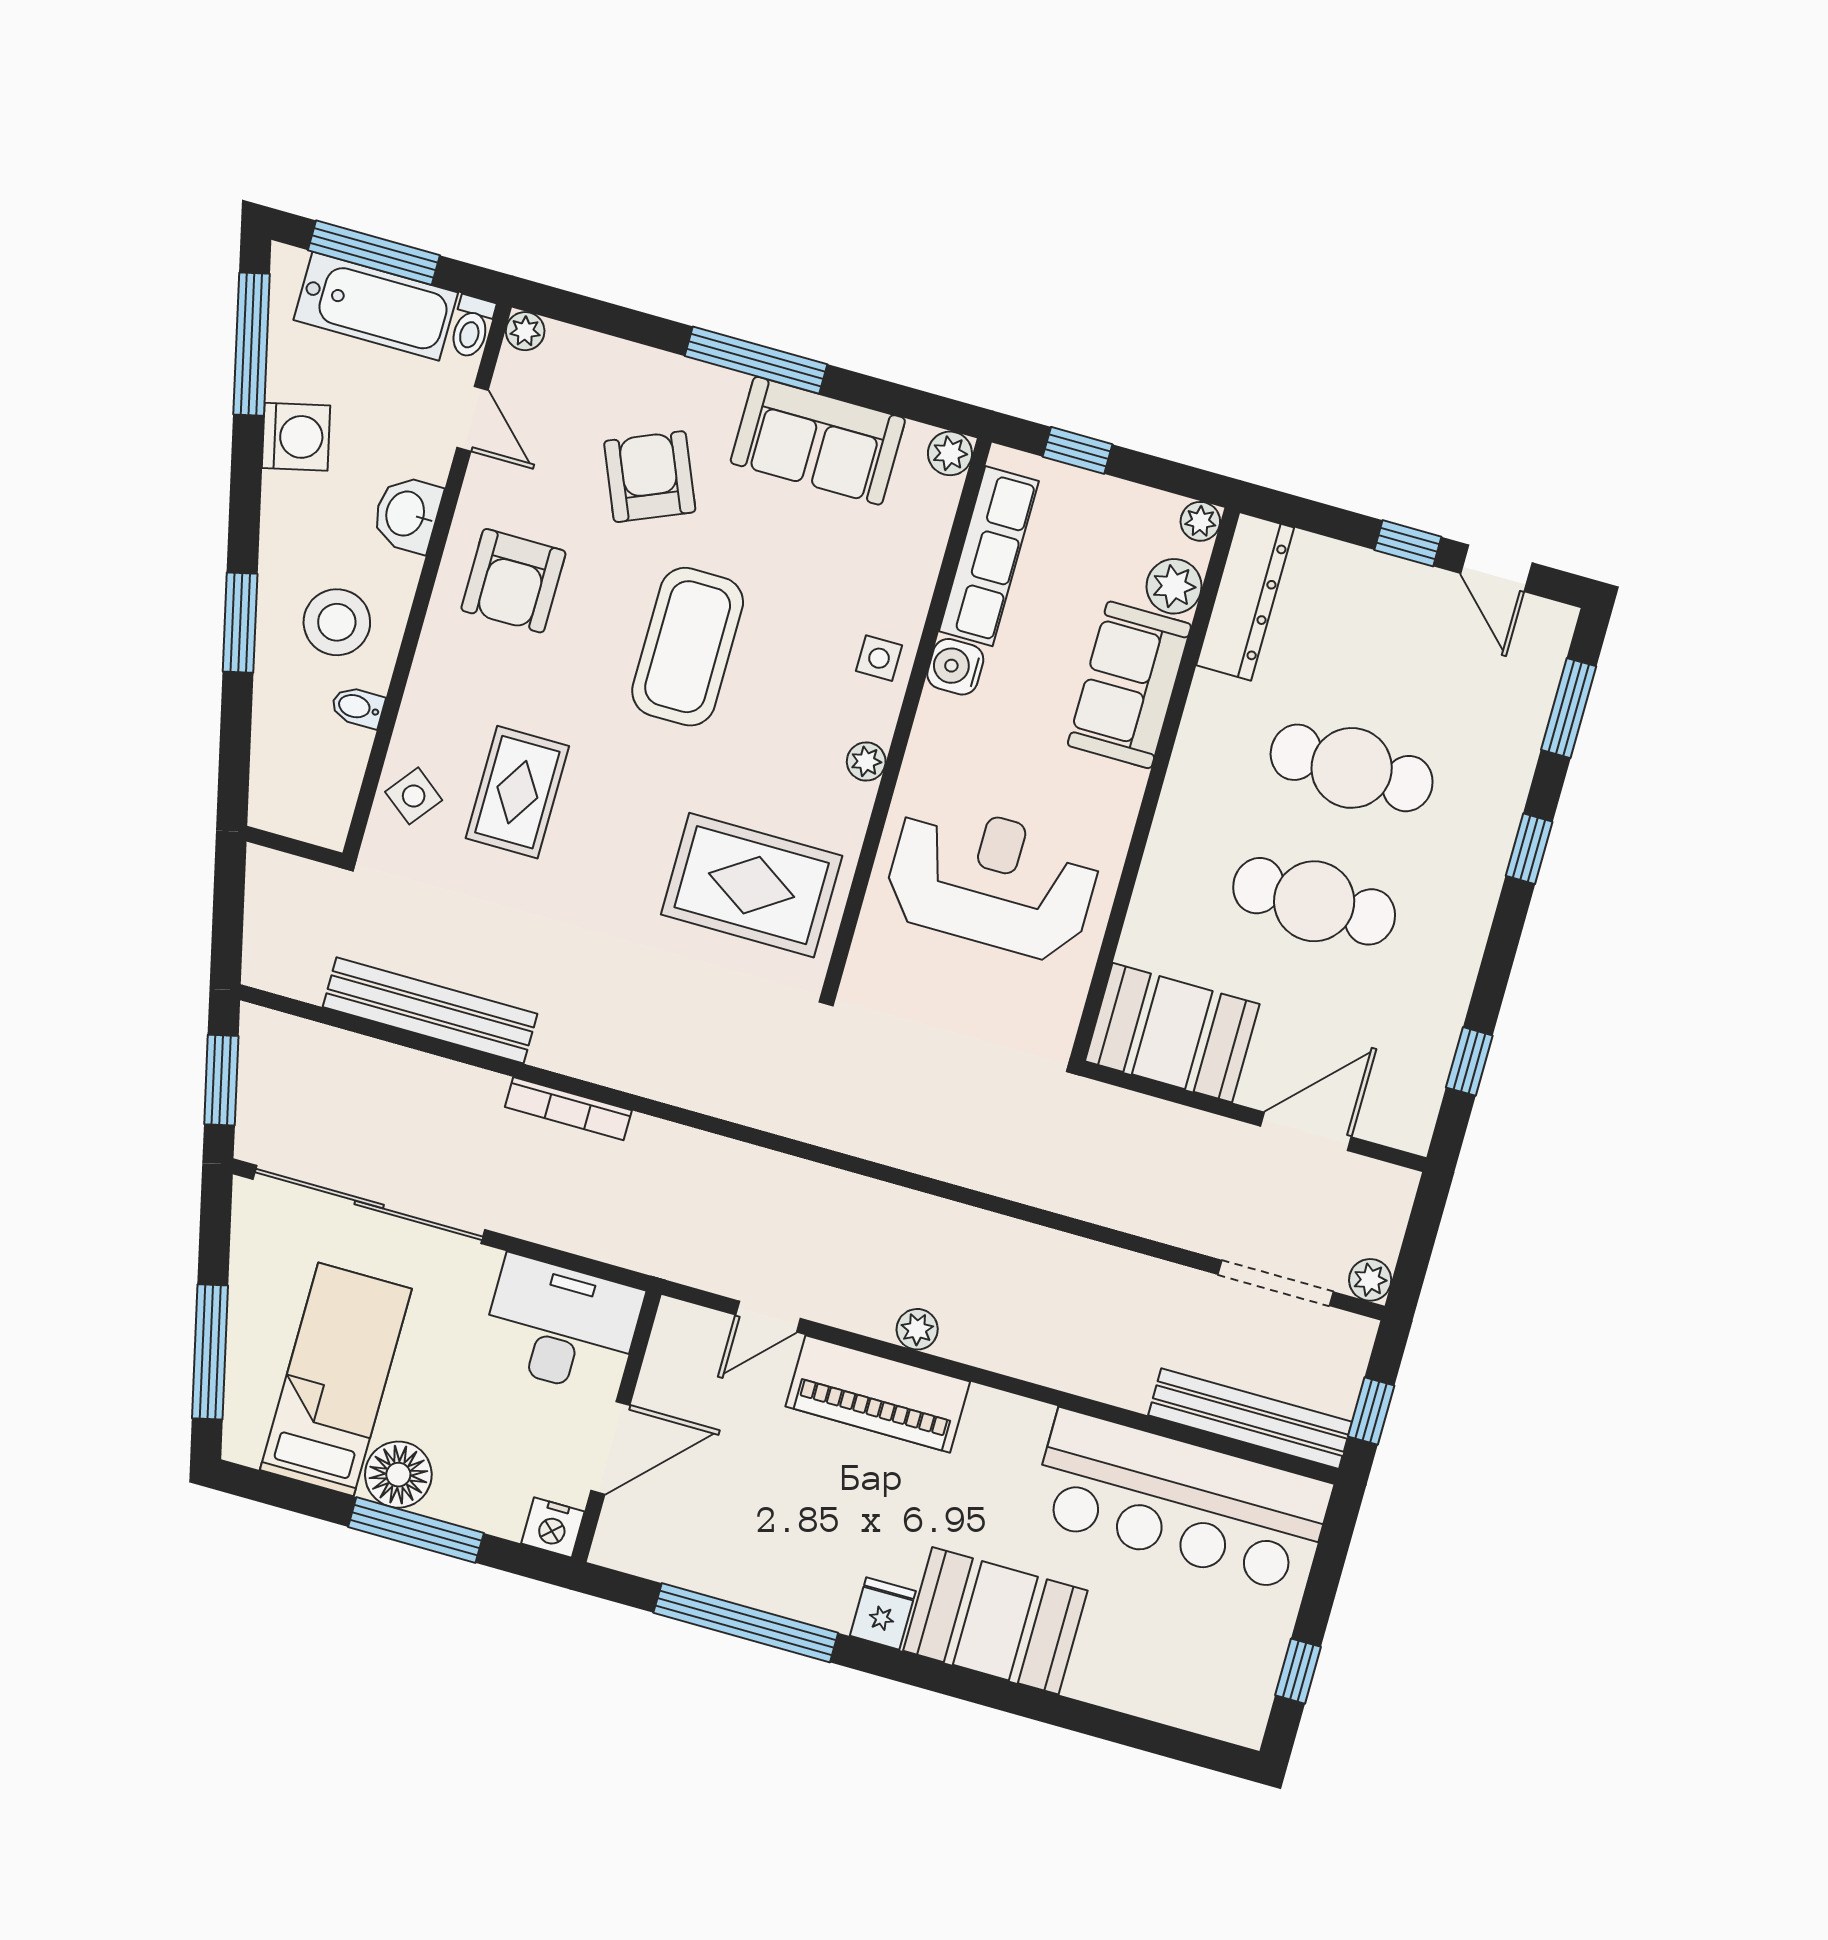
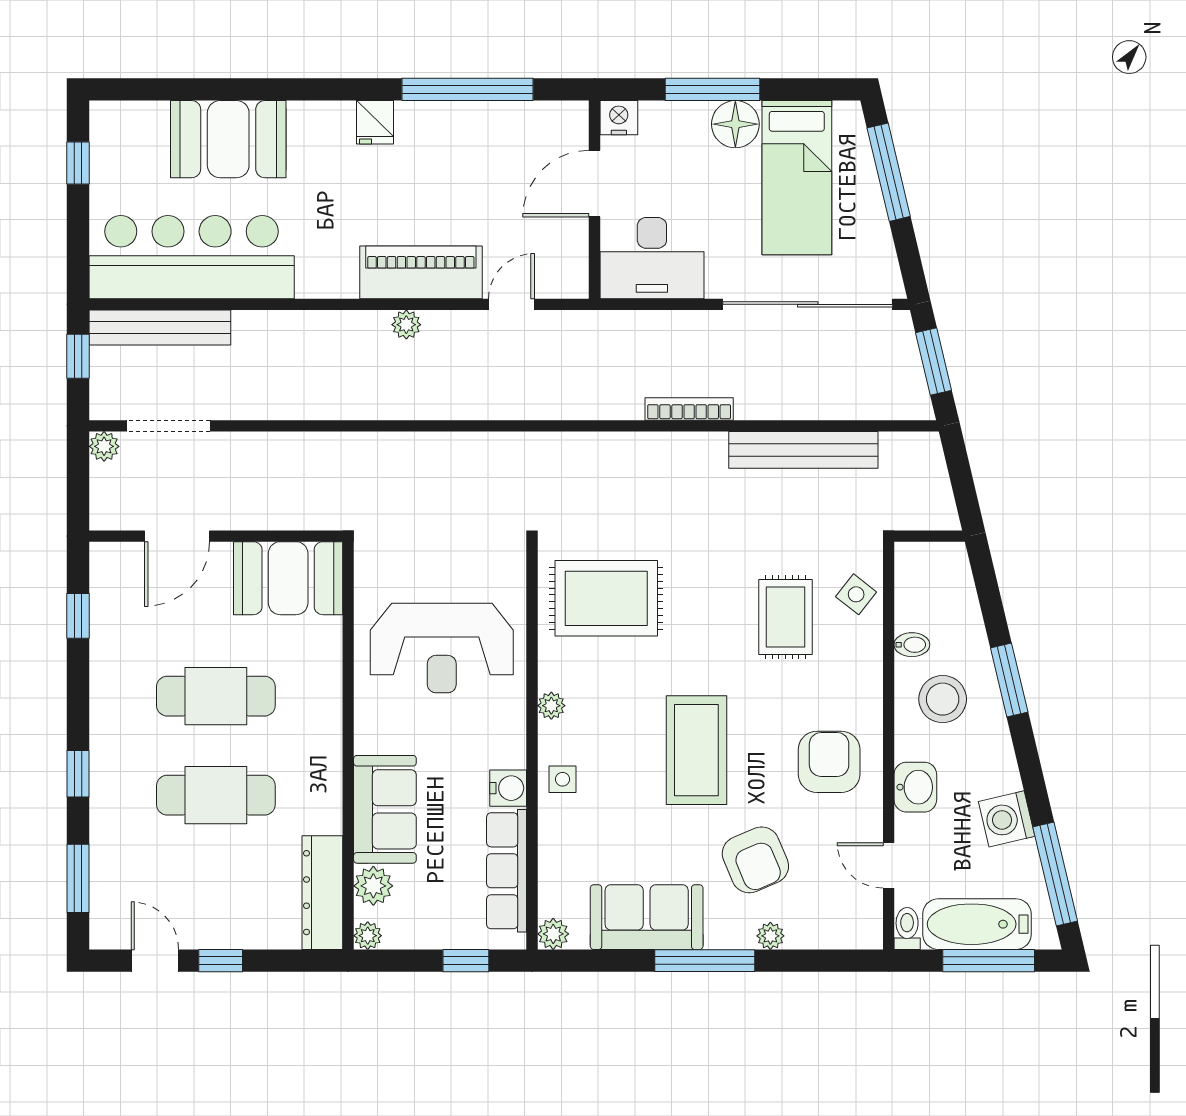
plant: (525, 331) -> (770, 936), moved
booth: (995, 1621) -> (228, 139), moved

